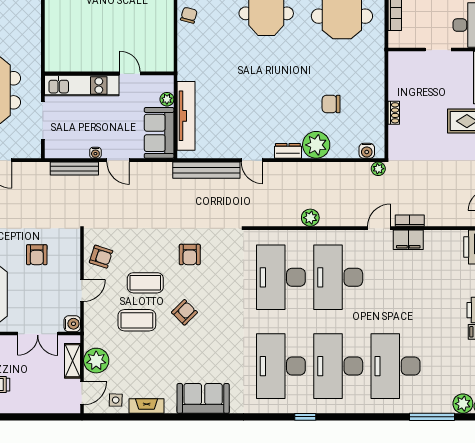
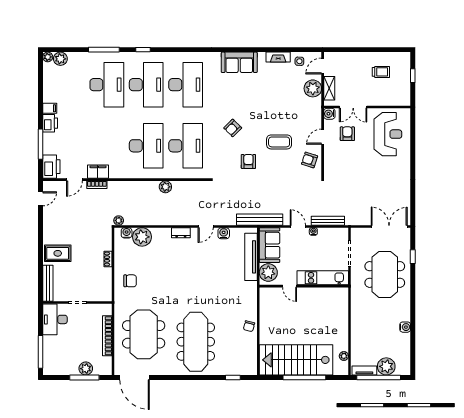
plant: (167, 99) -> (268, 273), width x1.87, depth x1.87
chair: (331, 104) -> (130, 281), moved
plant: (316, 145) -> (142, 237), moved
water cooler: (226, 150) -> (224, 233), added
door: (252, 160) -> (206, 226), swing flipped
bench: (206, 170) -> (260, 220), moved
door: (379, 228) -> (74, 180), moved
armchair: (37, 255) -> (347, 134), moved
armchair: (184, 312) -> (233, 128), moved
coffee table: (137, 320) -> (285, 116), removed
double door: (38, 334) -> (353, 107), swing flipped
window: (305, 417) -> (143, 50), moved
window: (432, 417) -> (104, 50), moved

